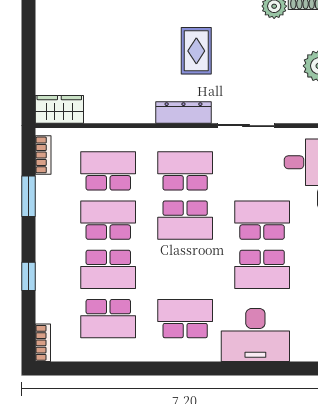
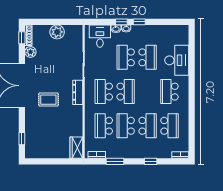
rug: (196, 51) -> (48, 100), moved

